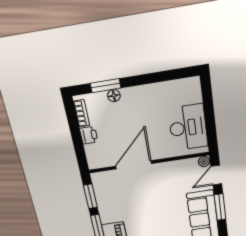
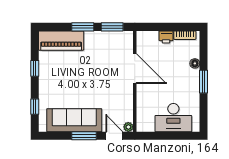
window: (106, 86) -> (204, 82), moved
desk: (188, 127) -> (173, 118), moved

